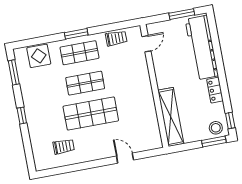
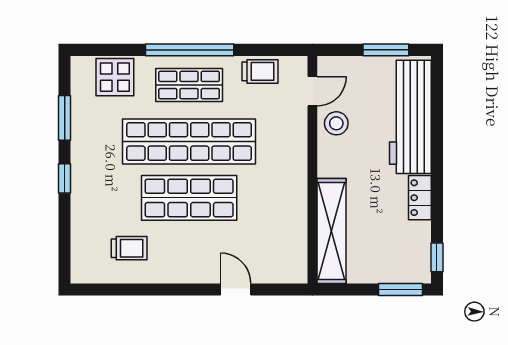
window: (76, 34) -> (190, 50), width x2.11
window: (14, 72) -> (65, 118), moved
shop shelf: (85, 83) -> (189, 141), width x2.00, depth x1.36
stool: (216, 128) -> (336, 123), moved

